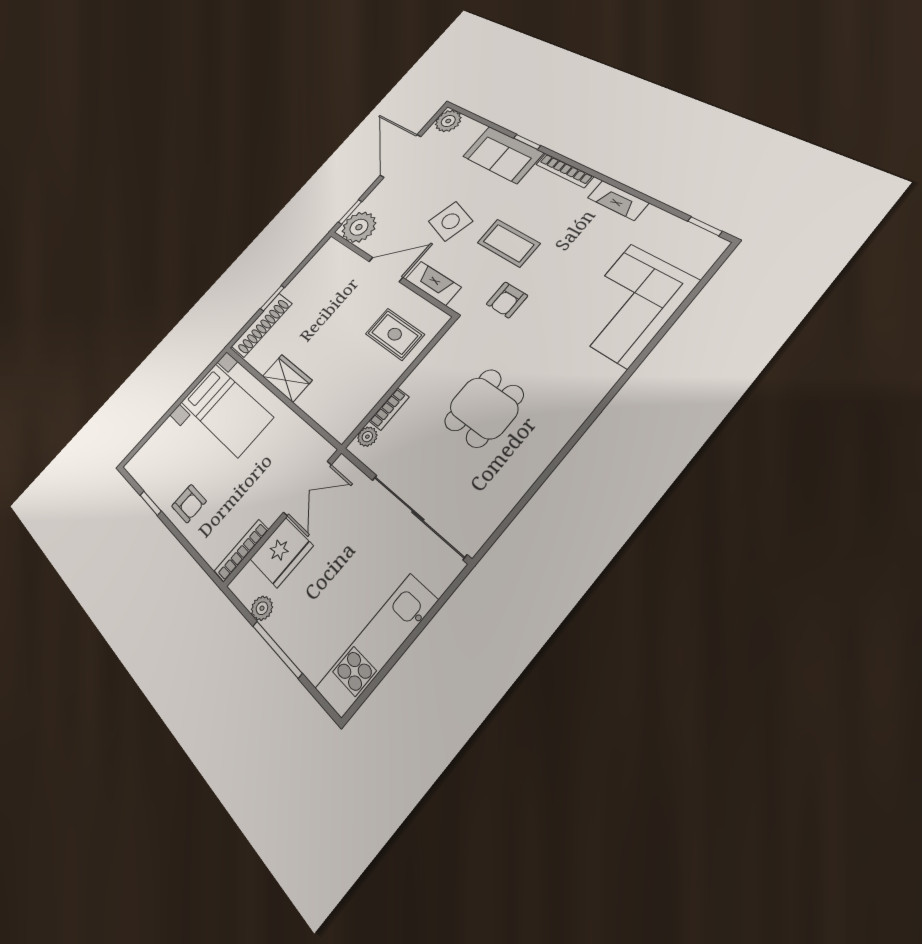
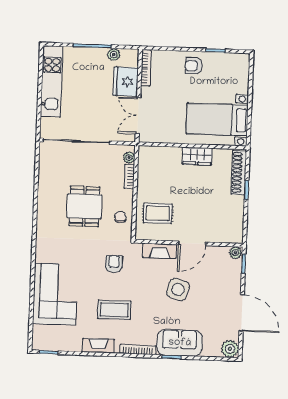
plant: (359, 227) -> (235, 253), width x0.53, depth x0.53
coffee table: (508, 243) -> (114, 310), moved
chair: (446, 360) -> (120, 217), added

